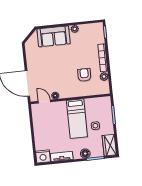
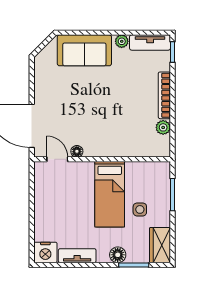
tv unit: (91, 28) -> (150, 42), added
armchair: (84, 75) -> (130, 121), removed

